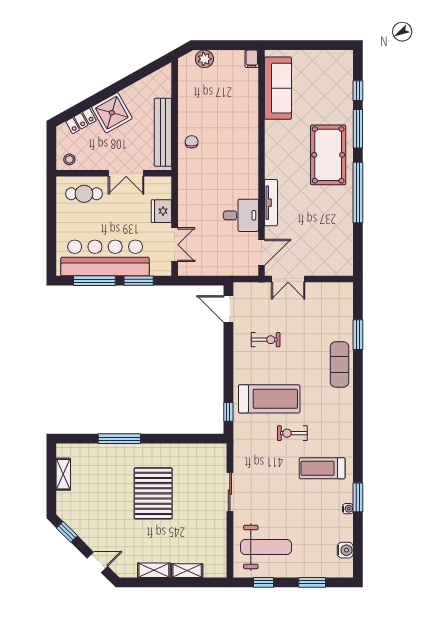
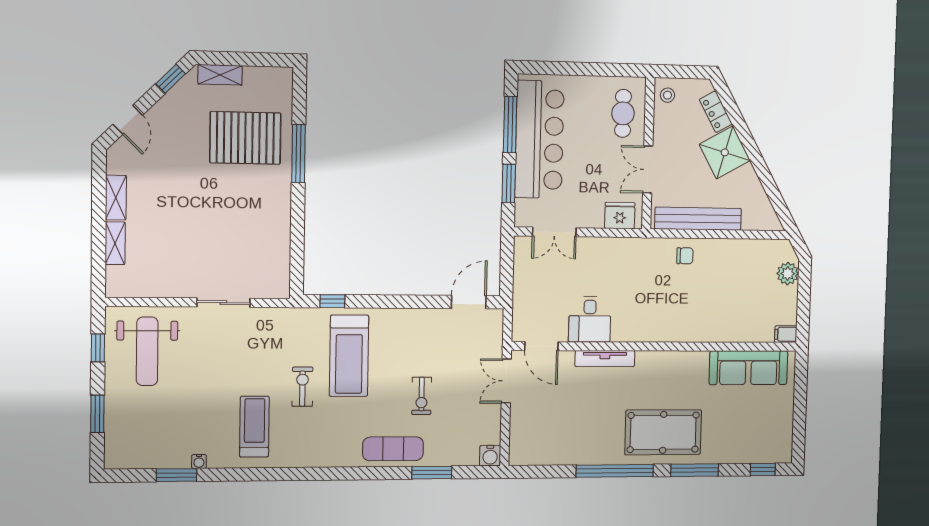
window: (358, 91) -> (763, 469), moved
fridge: (161, 211) -> (620, 216), moved
exercise bike: (266, 340) -> (422, 396), moved
shelving: (63, 474) -> (220, 75), moved
pallet: (153, 493) -> (245, 138), moved
window: (358, 497) -> (176, 475), moved
water cooler: (345, 550) -> (490, 456), moved

